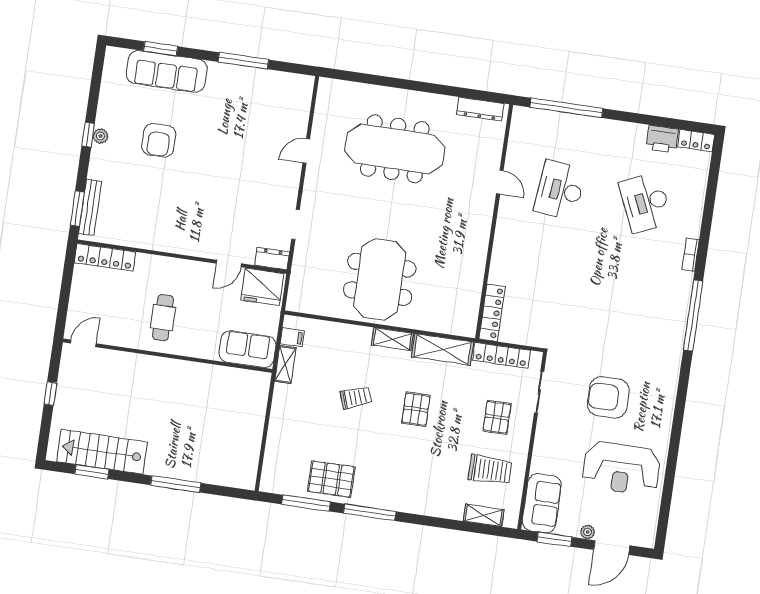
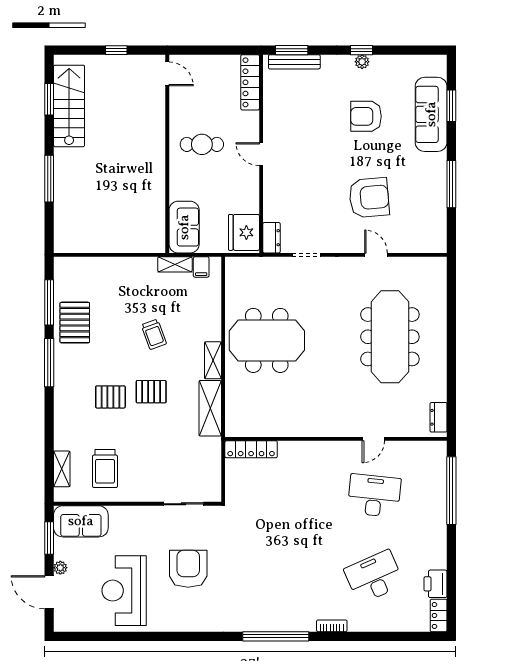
dresser: (480, 109) -> (438, 417), width x0.70
armchair: (245, 150) -> (369, 198), added
door: (229, 264) -> (261, 154), moved
locker: (501, 355) -> (213, 464), removed
pallet: (497, 417) -> (110, 397), moved

